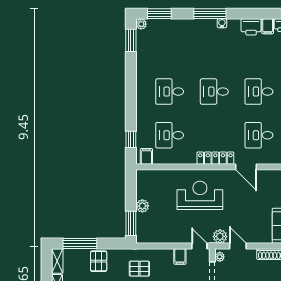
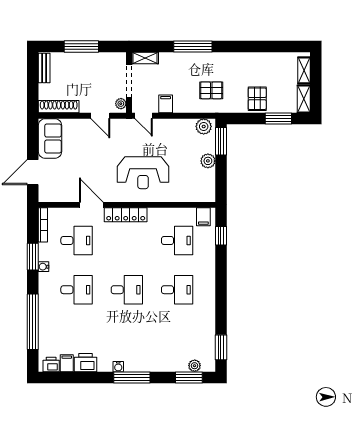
plant: (141, 24) -> (195, 366), moved
plant: (220, 236) -> (204, 126), moved
window: (80, 243) -> (278, 119), width x0.69

